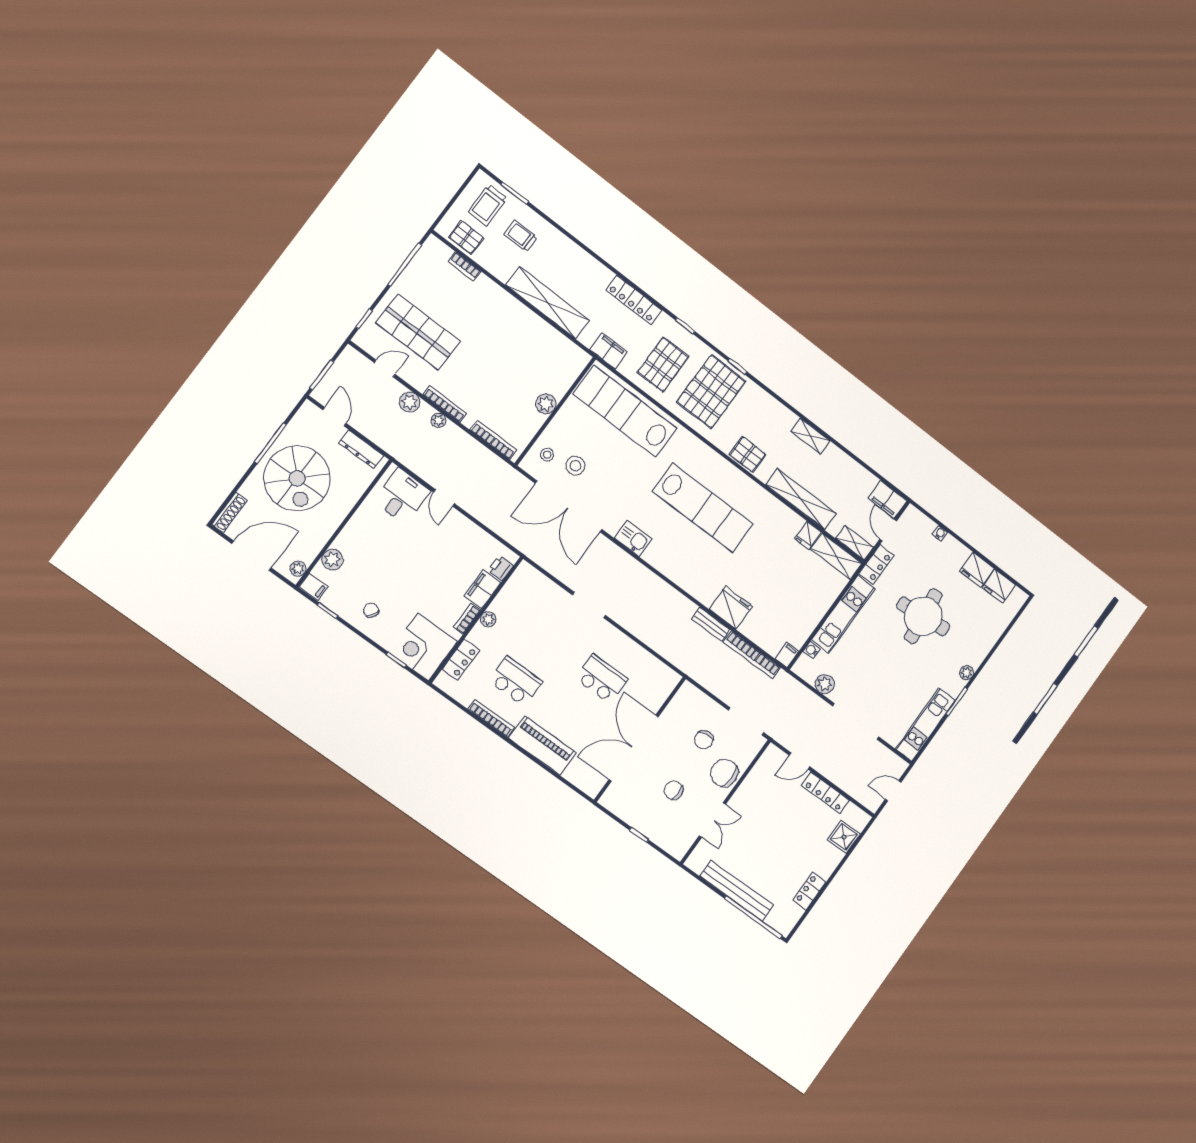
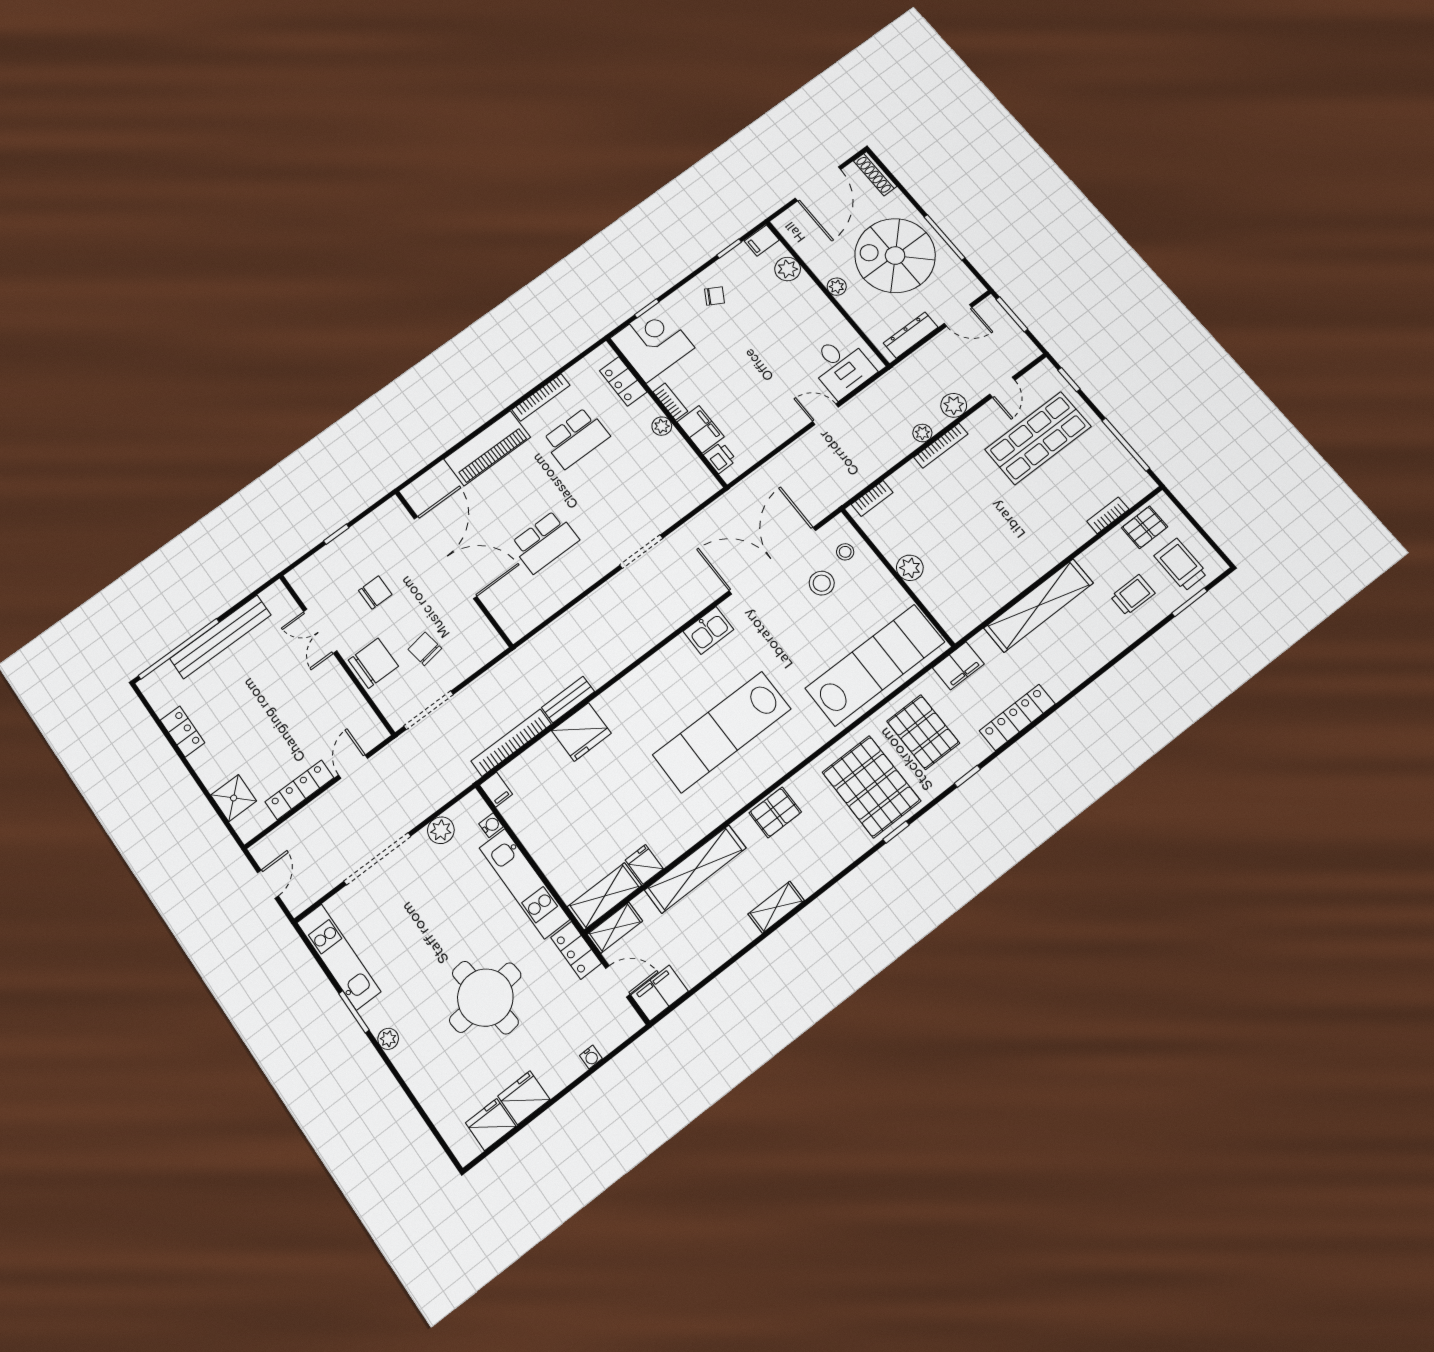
bookcase: (493, 440) -> (872, 498), width x0.64
plant: (298, 569) -> (837, 287), moved

